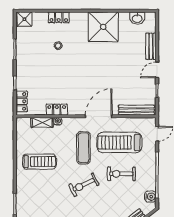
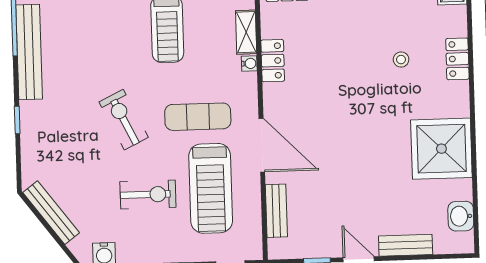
bench: (136, 110) -> (276, 211), width x0.73
treadmill: (119, 143) -> (211, 188), turned 180
exercise bike: (121, 174) -> (148, 194), turned 90

